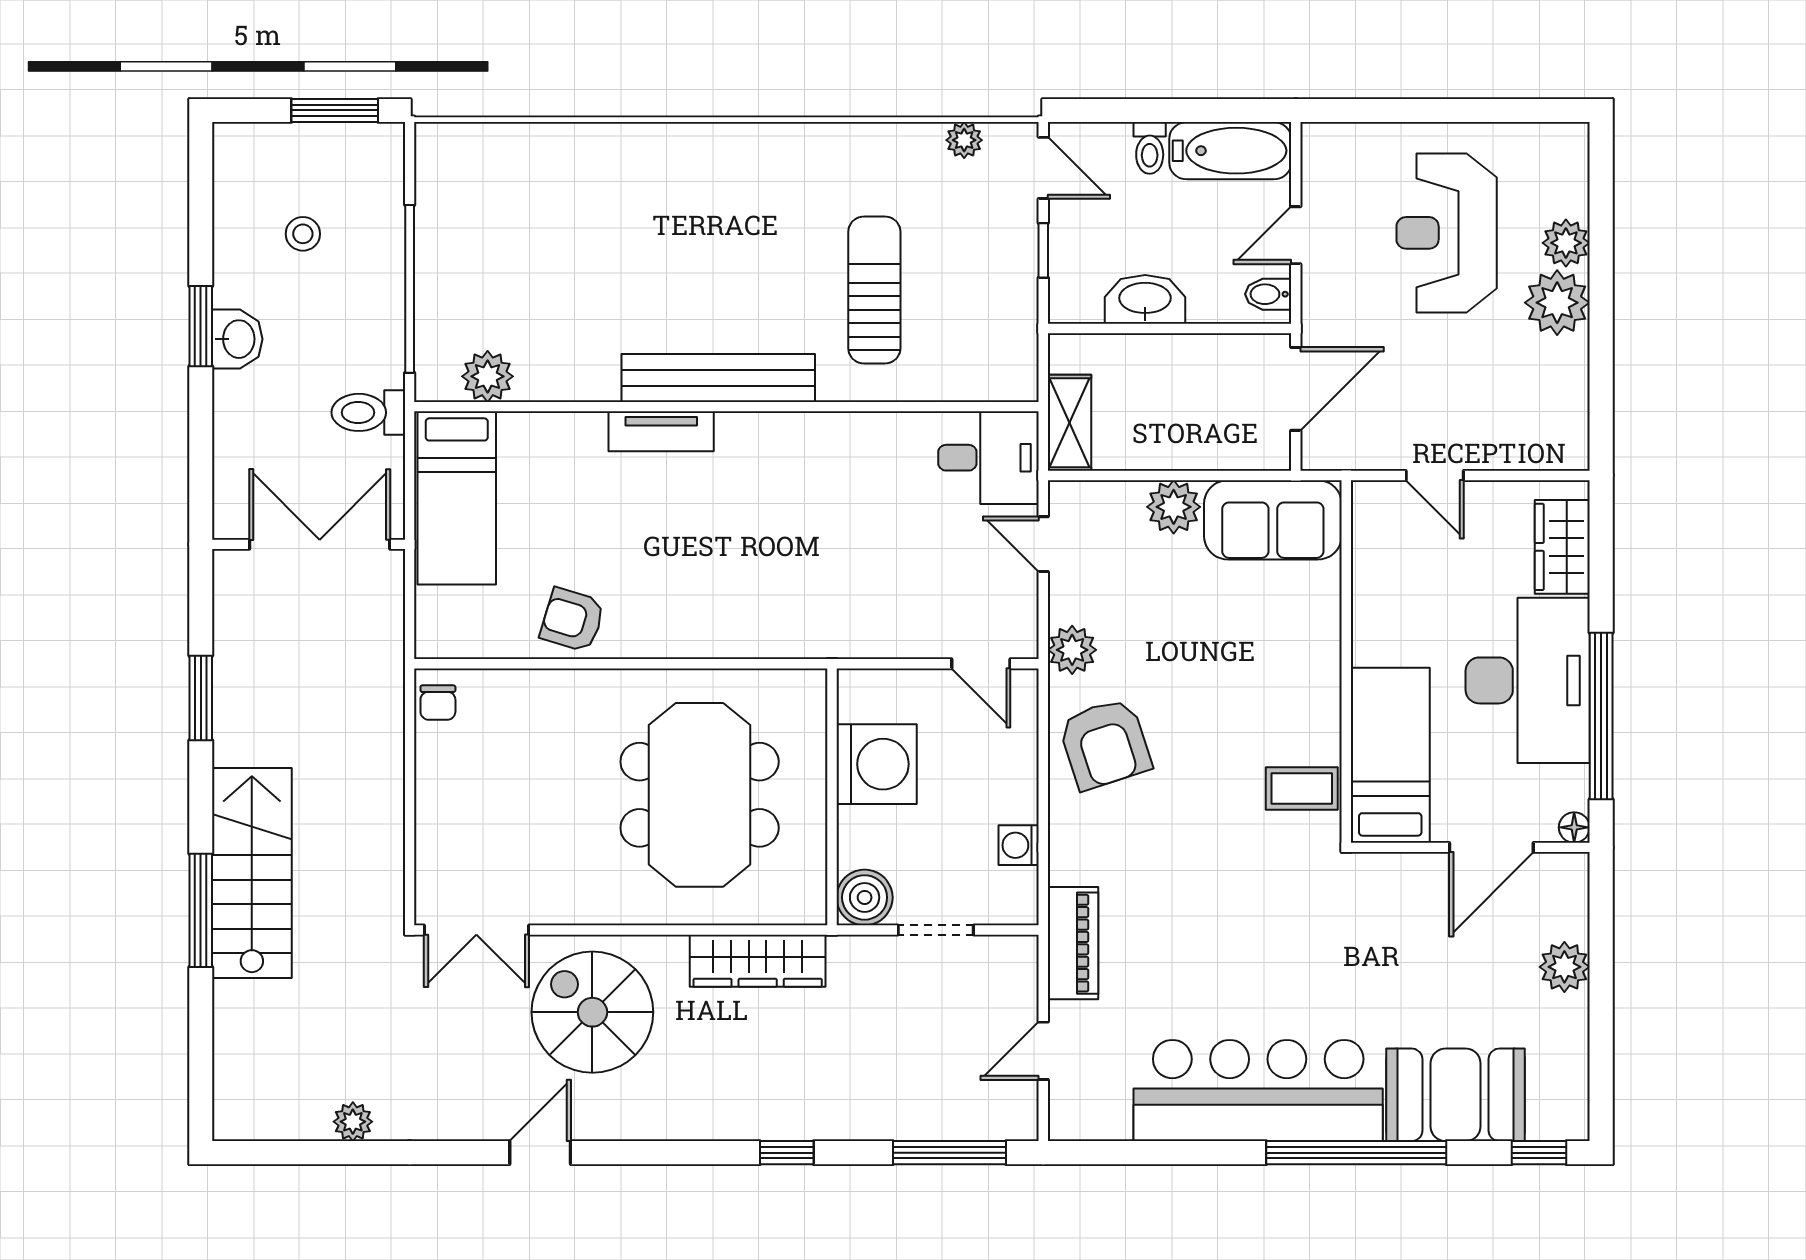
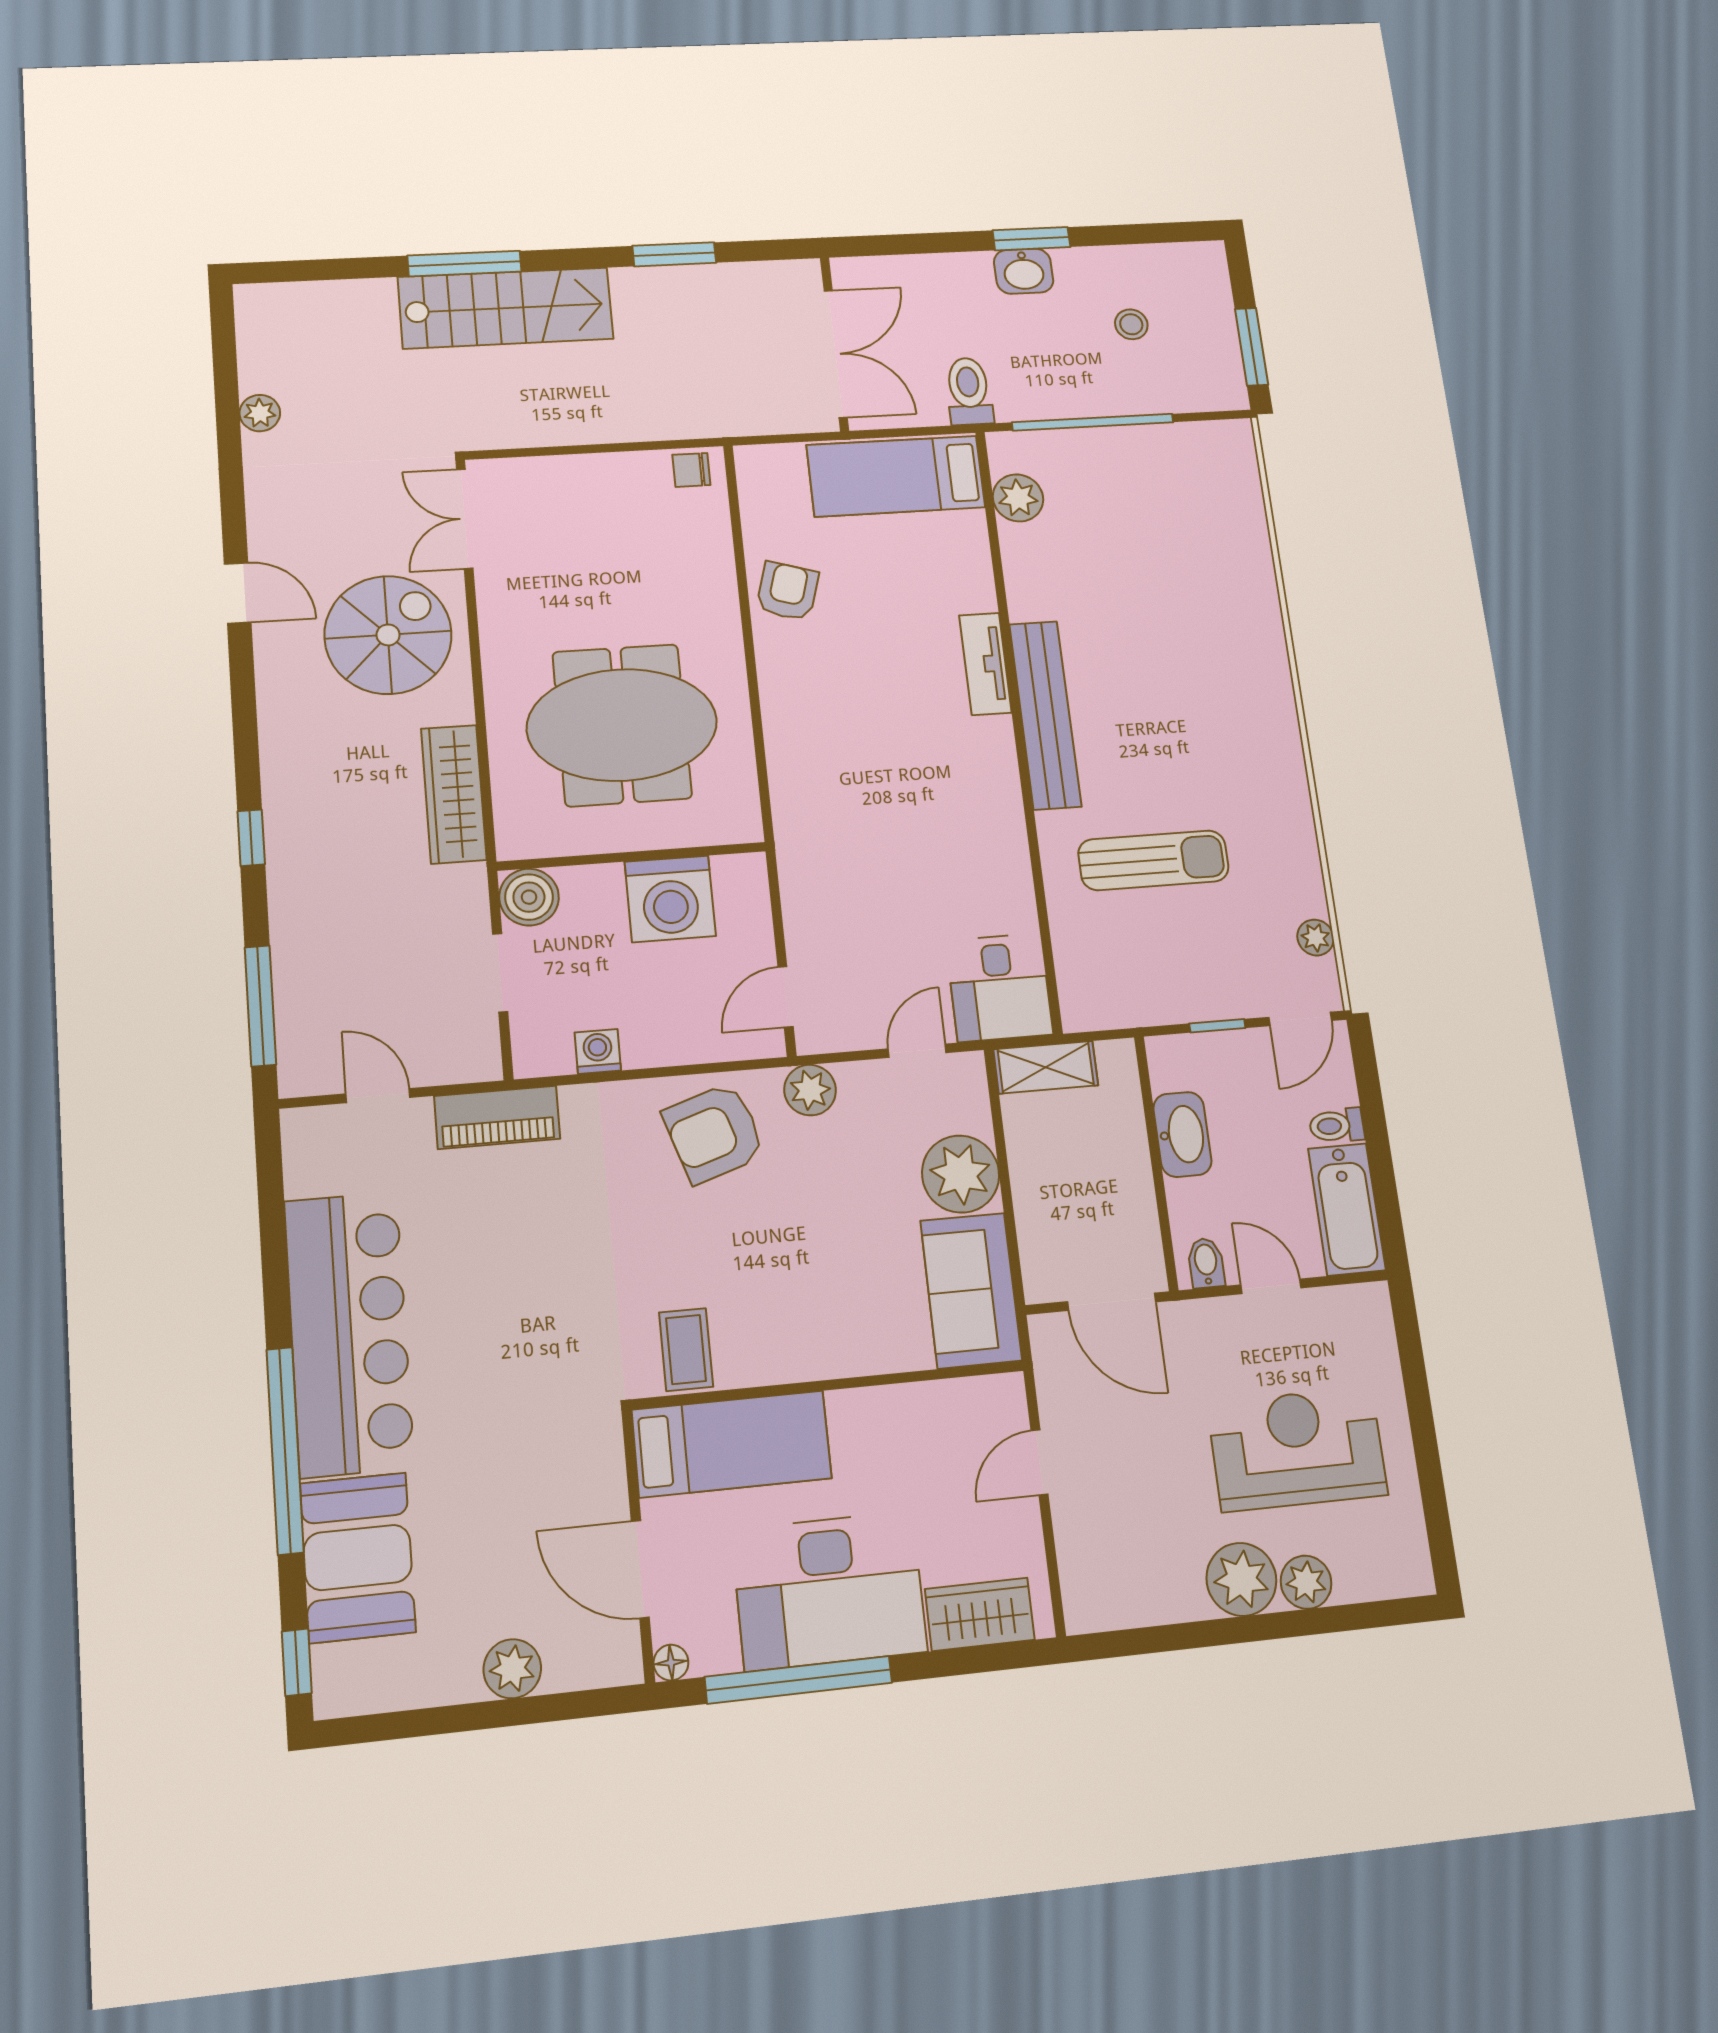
plant: (1174, 507) -> (961, 1174), width x1.36, depth x1.36

